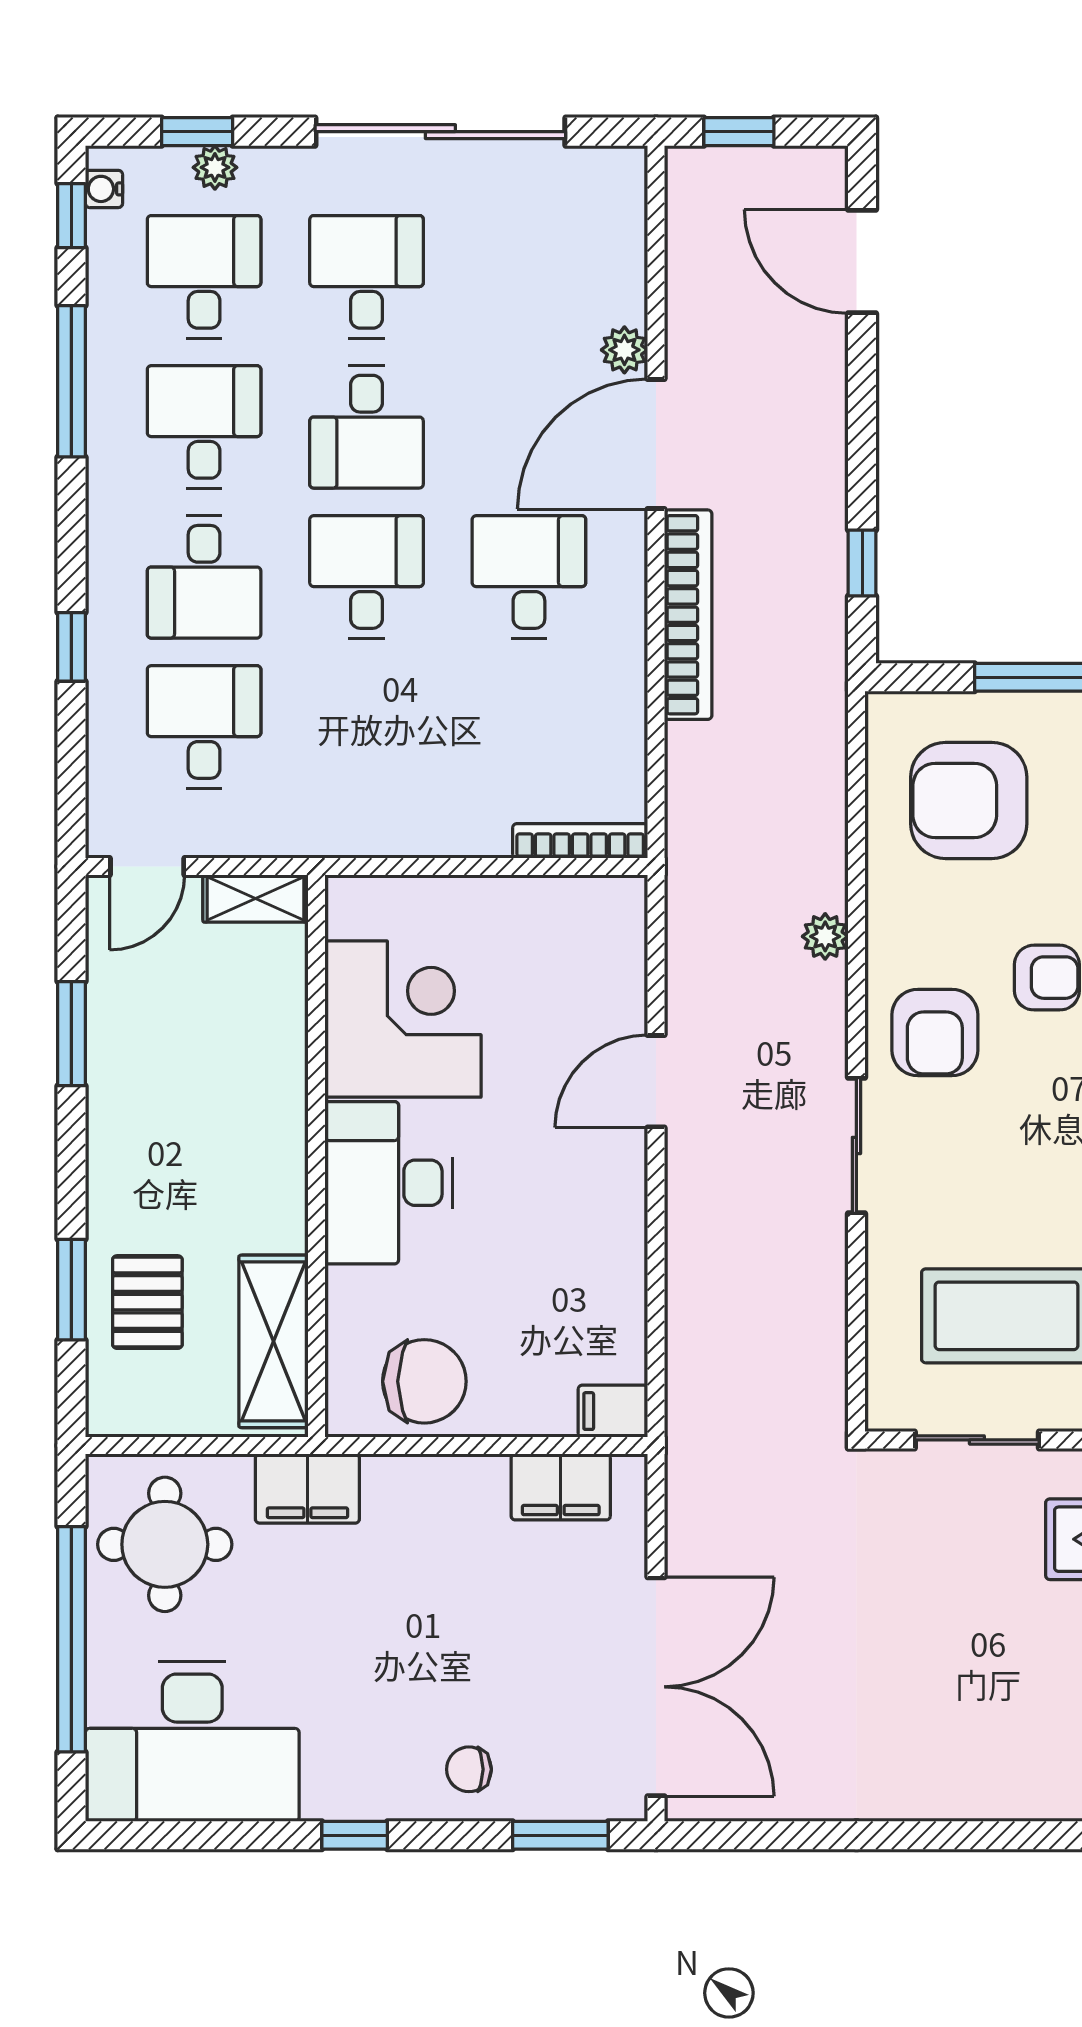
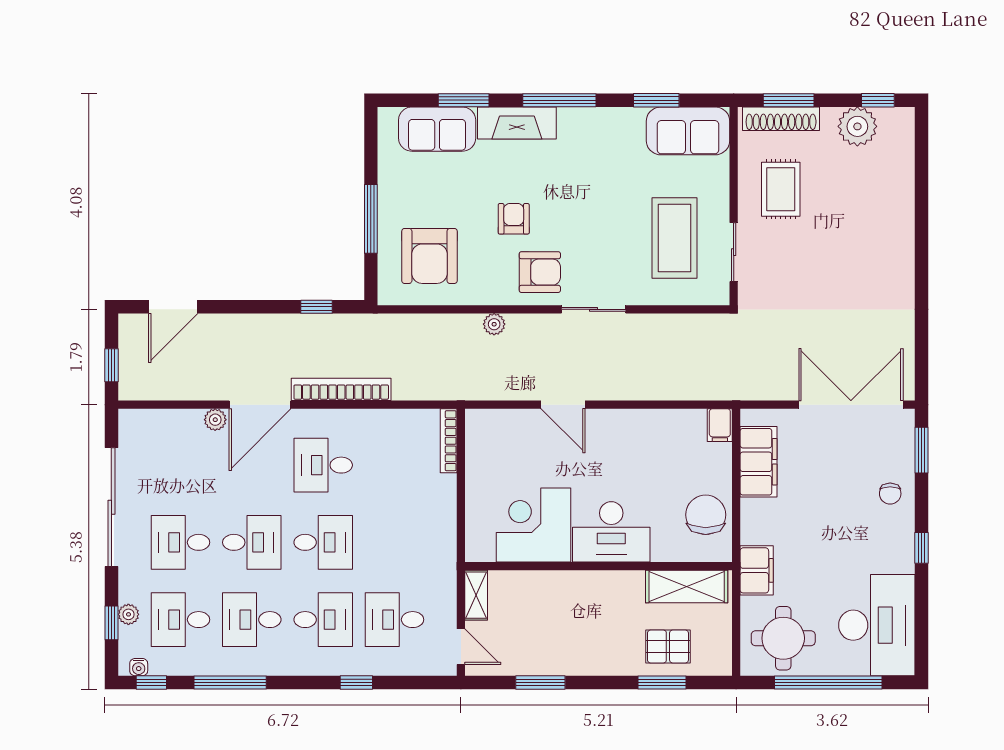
door: (656, 444) -> (260, 405), hinge flipped
desk: (367, 577) -> (323, 542), turned 180
filing cabinet: (561, 1487) -> (758, 462), width x1.50, depth x1.17

